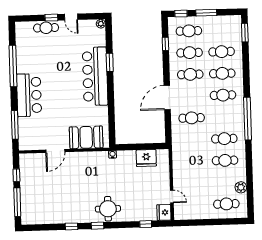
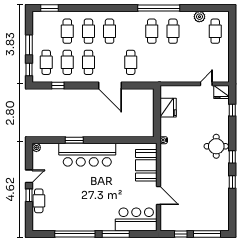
bar counter: (29, 95) -> (136, 219), moved
window: (248, 119) -> (159, 8), moved
window: (15, 125) -> (116, 234), moved

